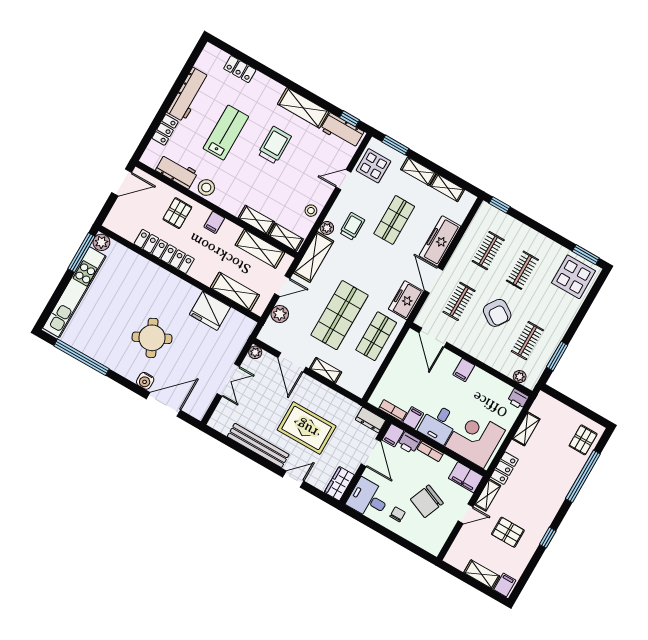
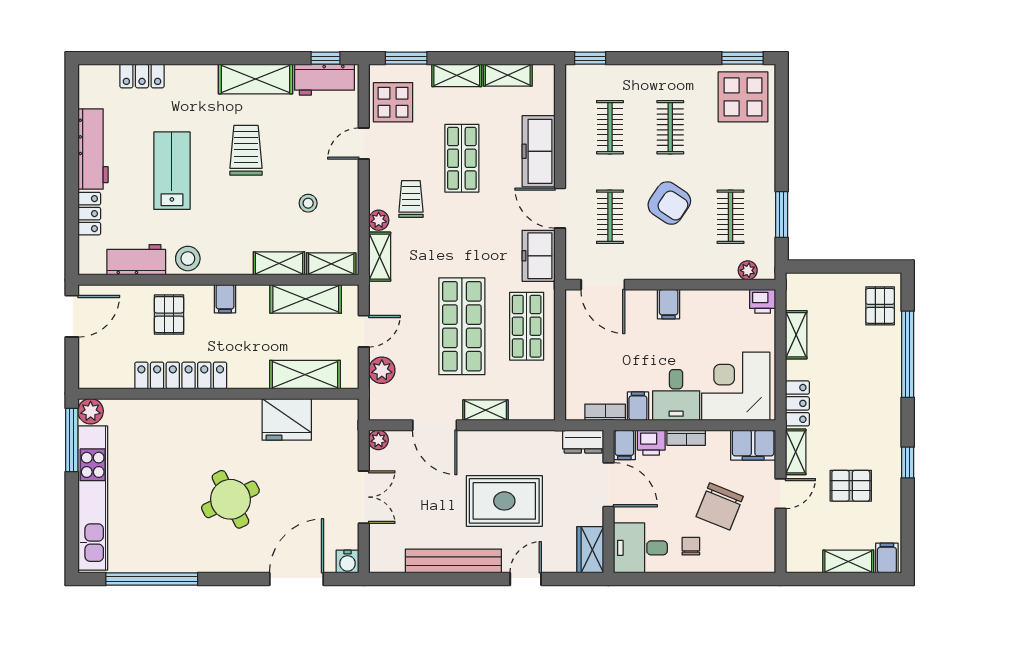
stool: (311, 211) -> (308, 203), moved
shelving: (314, 257) -> (380, 257), width x0.67, depth x0.75
water cooler: (145, 381) -> (347, 562), moved

